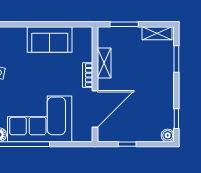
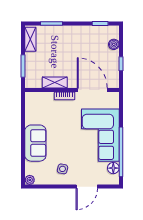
sofa: (50, 39) -> (35, 143), moved
boiler: (168, 135) -> (114, 44), moved

